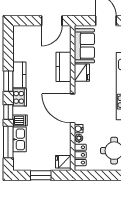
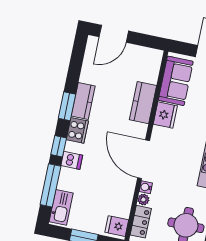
door: (52, 21) -> (114, 34), moved
kitchen sink: (19, 139) -> (61, 207), moved

